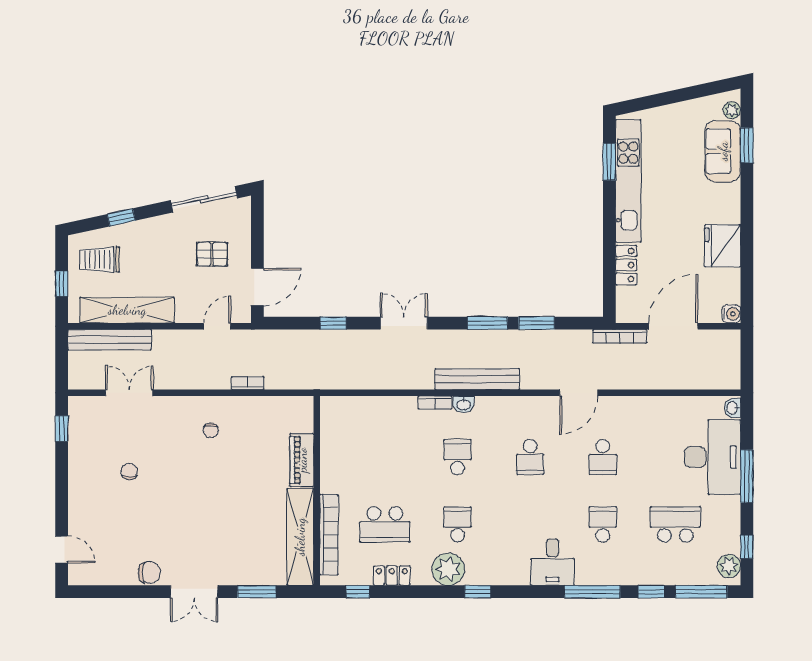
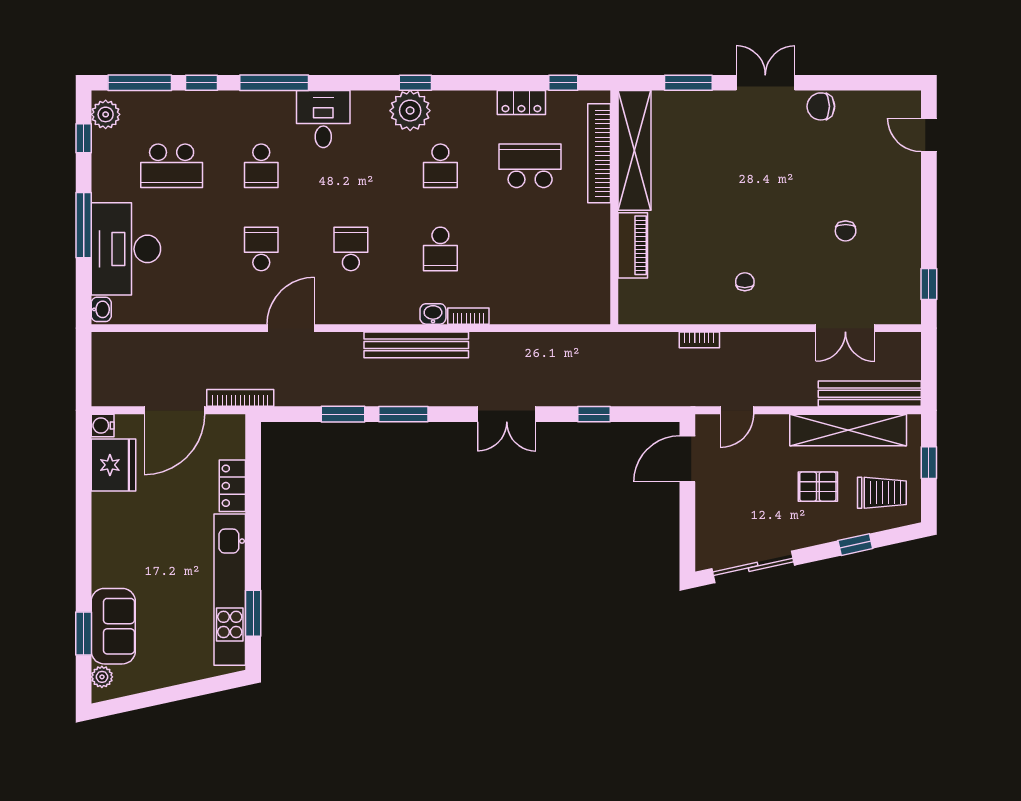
fridge: (723, 246) -> (113, 465), moved
pallet: (212, 254) -> (818, 487), moved
plant: (448, 569) -> (410, 111), moved

